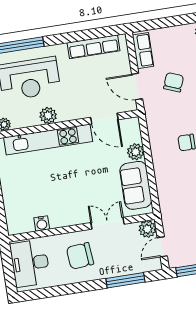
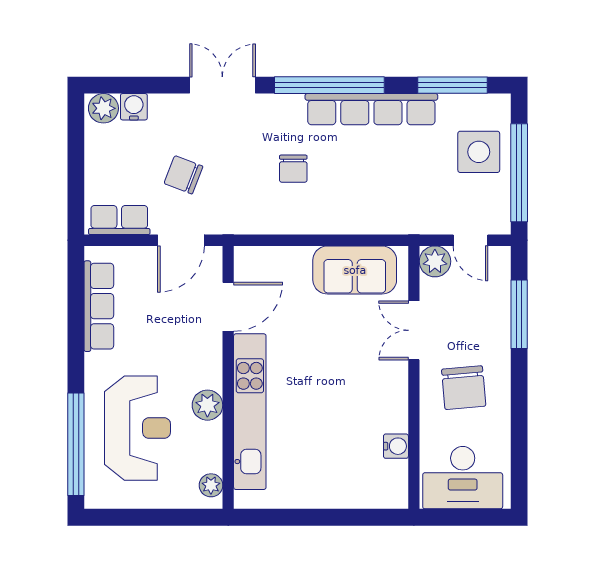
plant: (136, 152) -> (296, 261), removed

